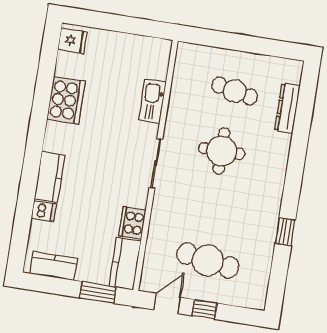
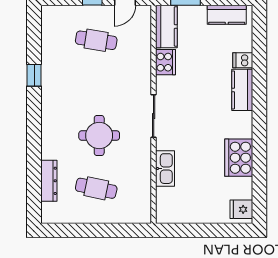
cafe table: (208, 261) -> (96, 40), width x0.73, depth x0.74

